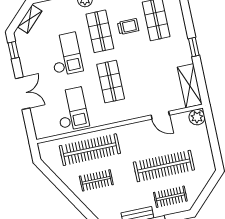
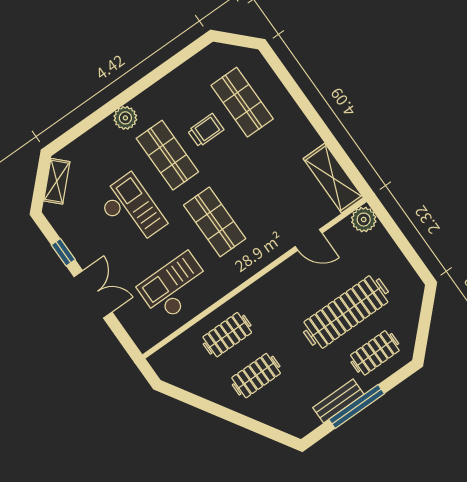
window: (194, 47) -> (315, 119), removed
window: (13, 50) -> (63, 252), moved
checkout: (72, 109) -> (175, 287), turned -90
clothes rail: (90, 150) -> (227, 335), width x0.54, depth x0.76

